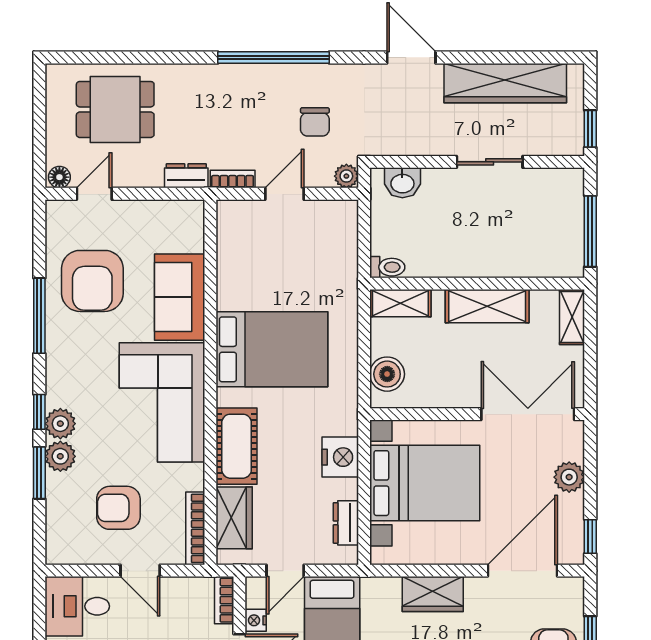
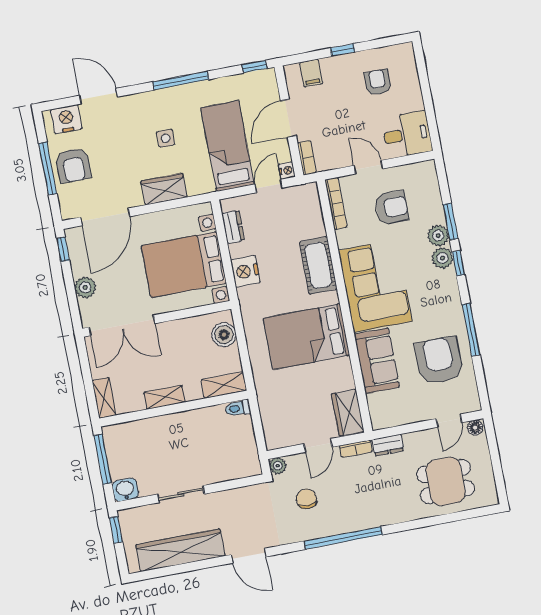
washbasin: (402, 183) -> (125, 490), moved
shelving: (487, 306) -> (164, 397), width x0.67, depth x0.75
wardrobe: (234, 518) -> (348, 413), moved
nightstand: (256, 620) -> (287, 171), moved

